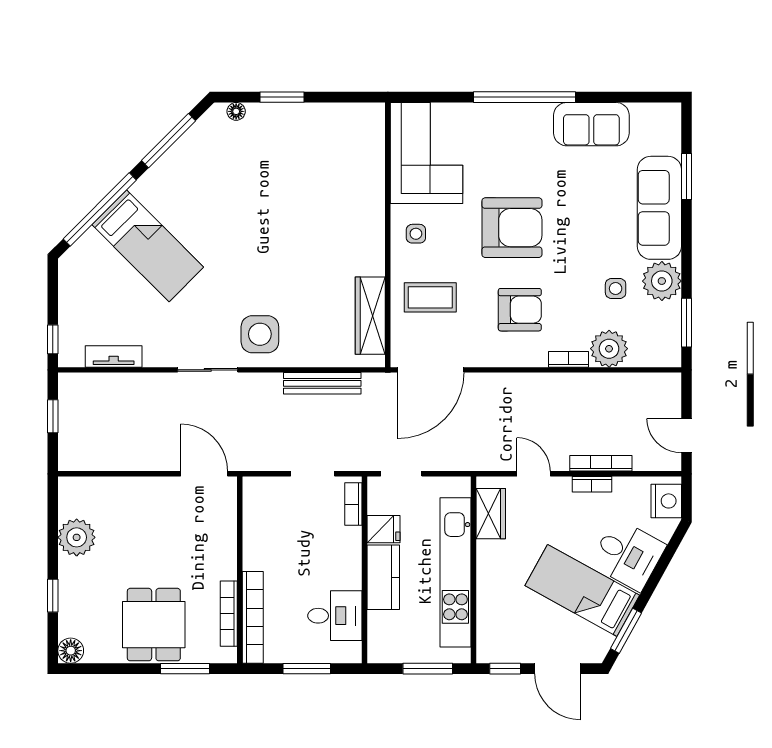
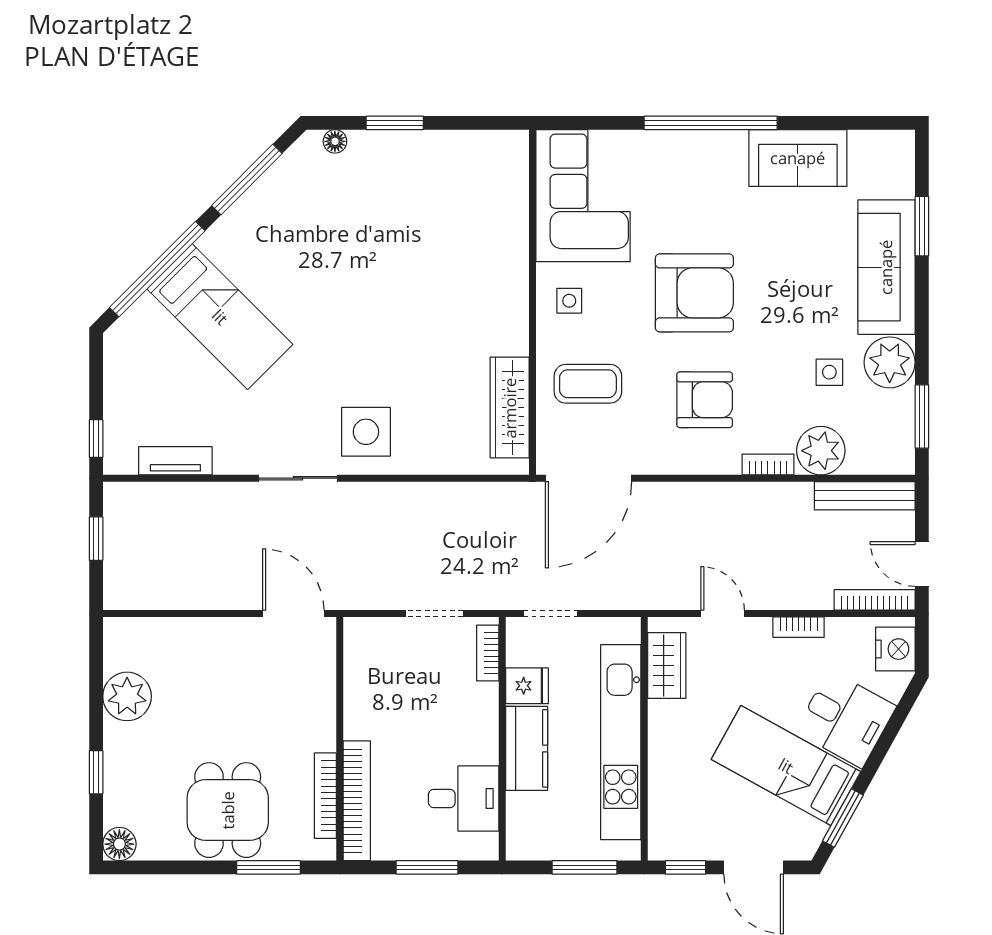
bench: (322, 383) -> (865, 496), moved
bookcase: (601, 463) -> (875, 600), moved

